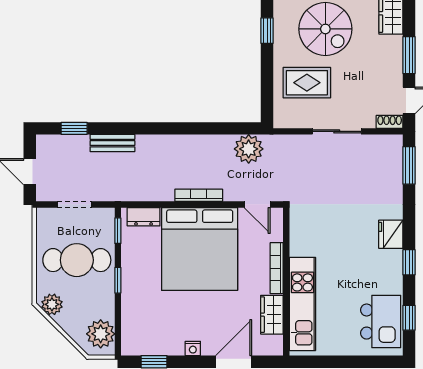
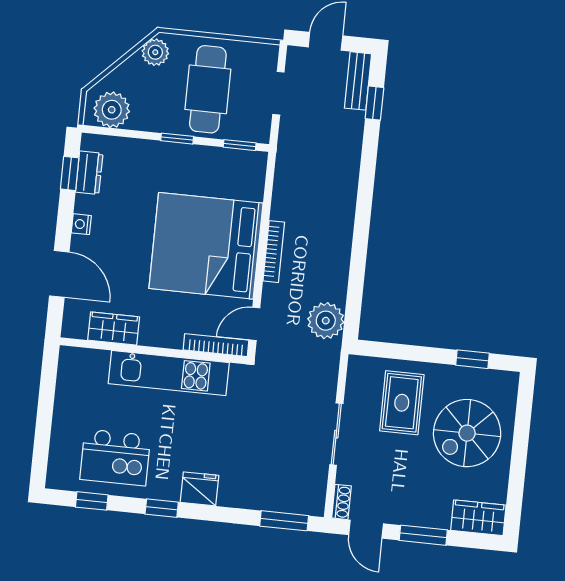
bench: (112, 143) -> (358, 81), moved
dresser: (144, 217) -> (89, 173), moved, turned 180
bookcase: (277, 268) -> (216, 345), moved
kitchen unit: (302, 304) -> (169, 373), moved
kitchen island: (381, 322) -> (115, 457), moved

